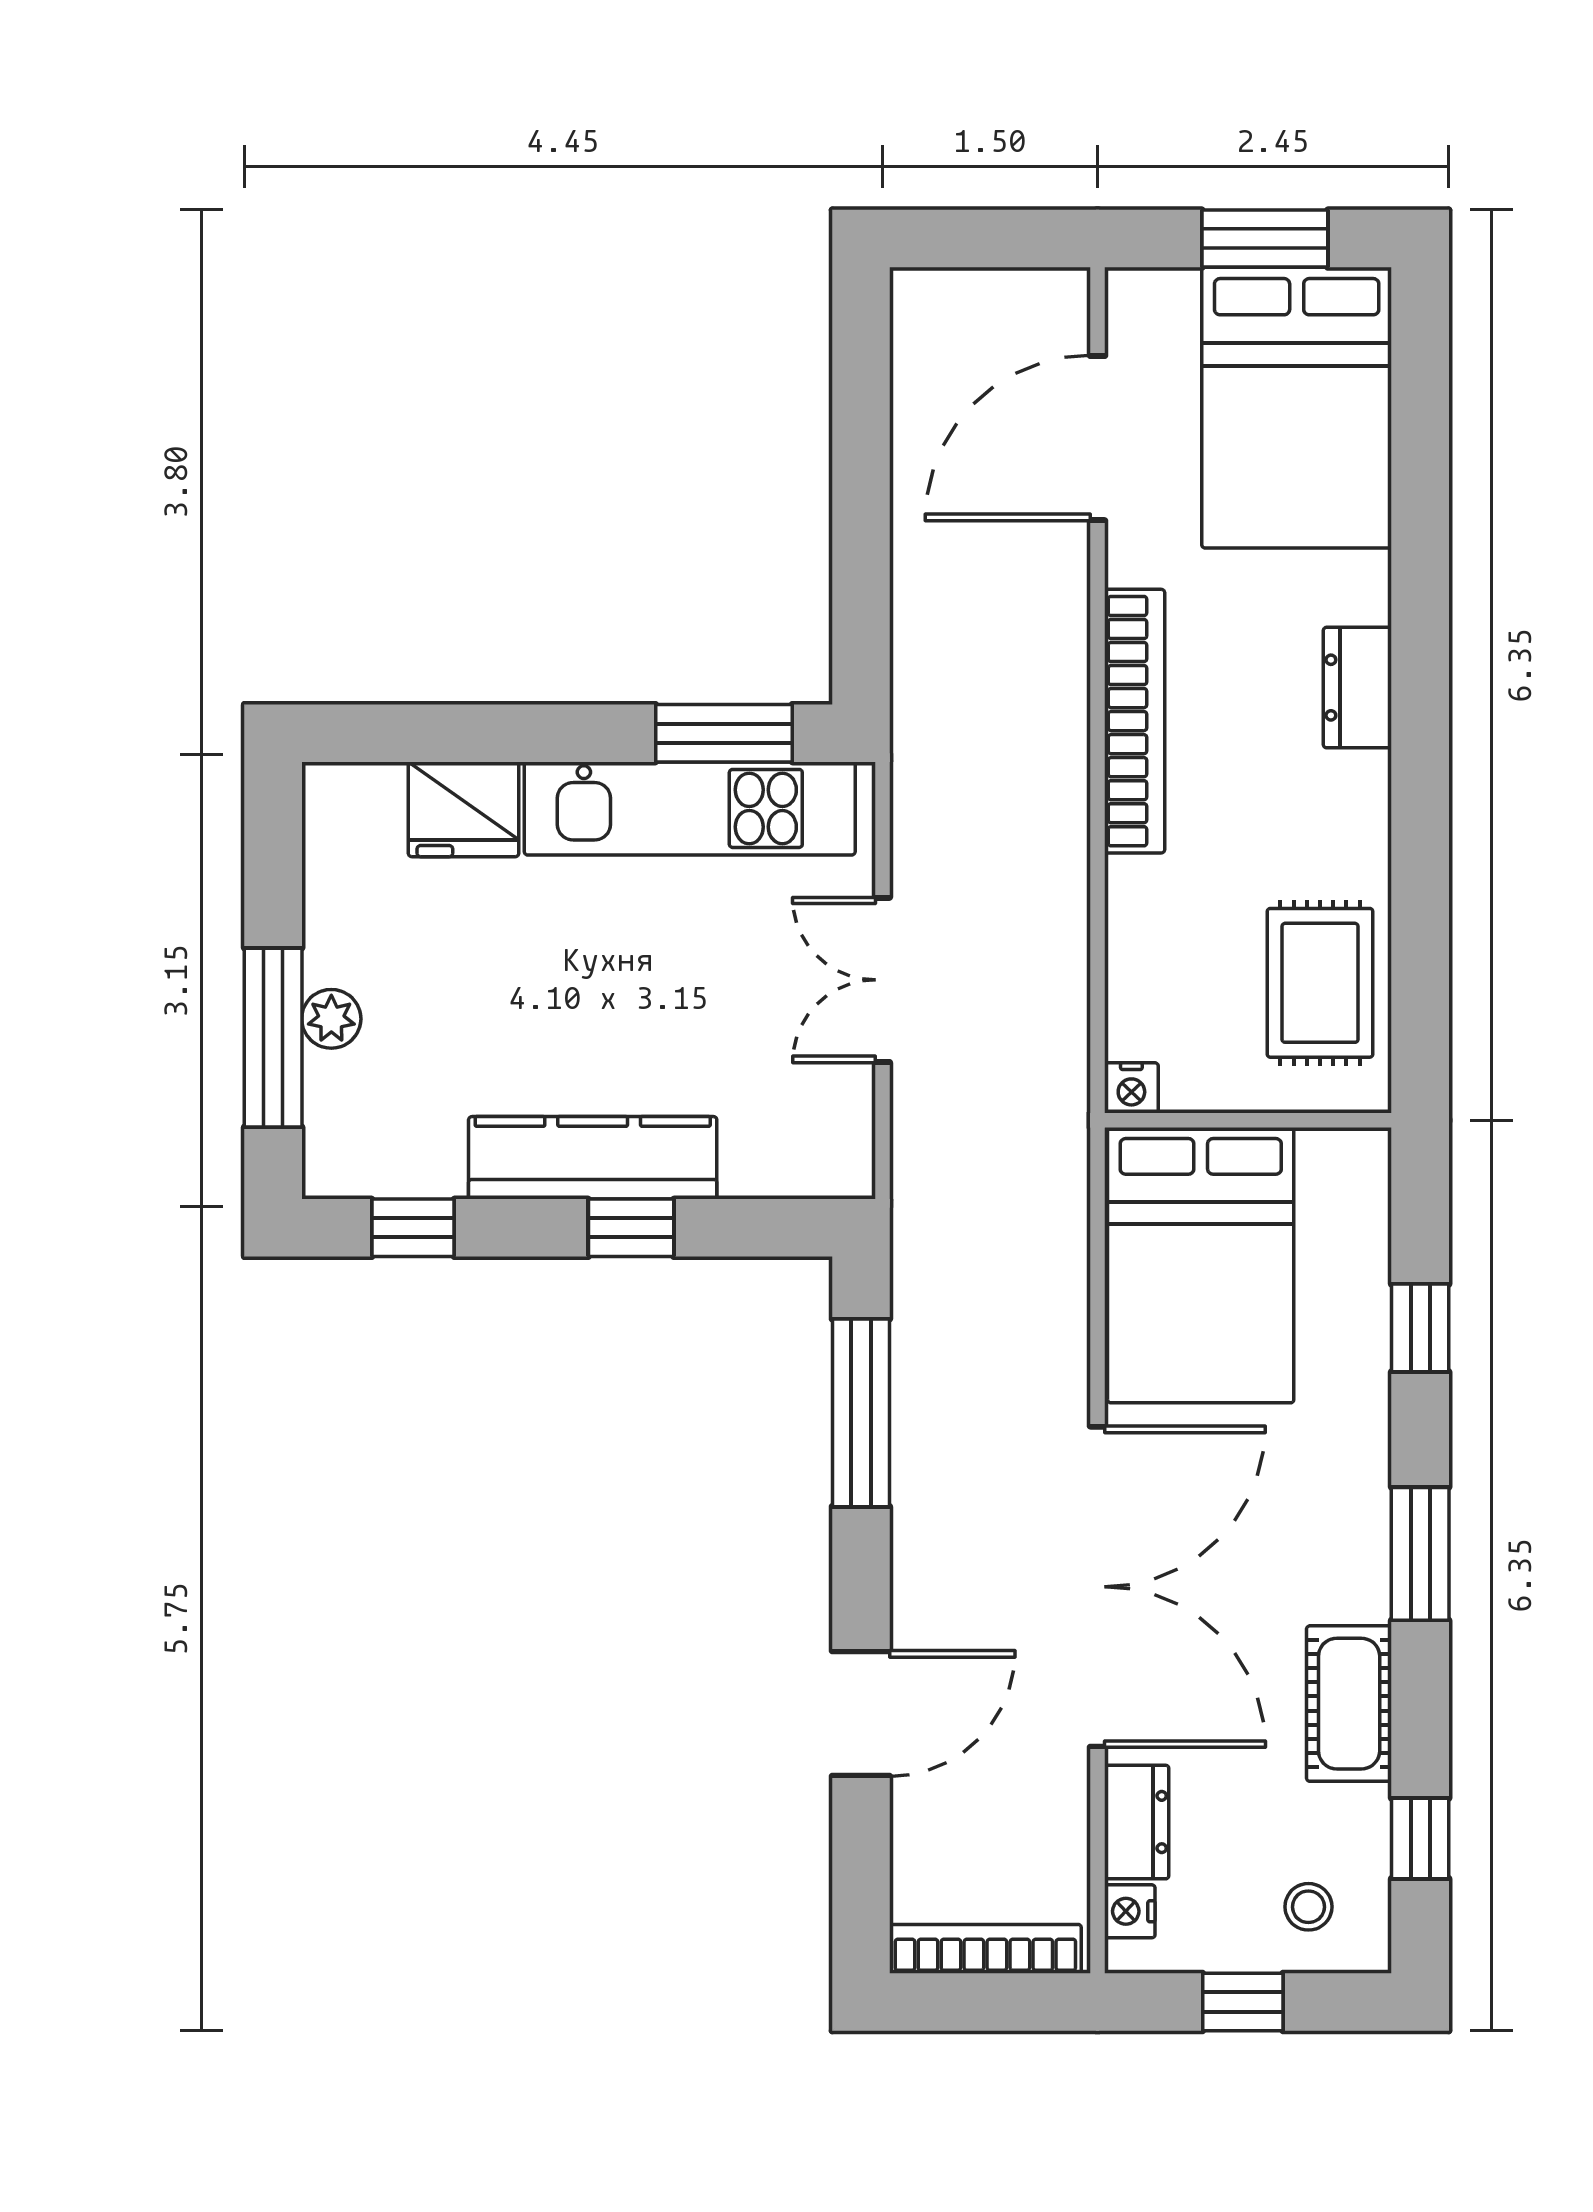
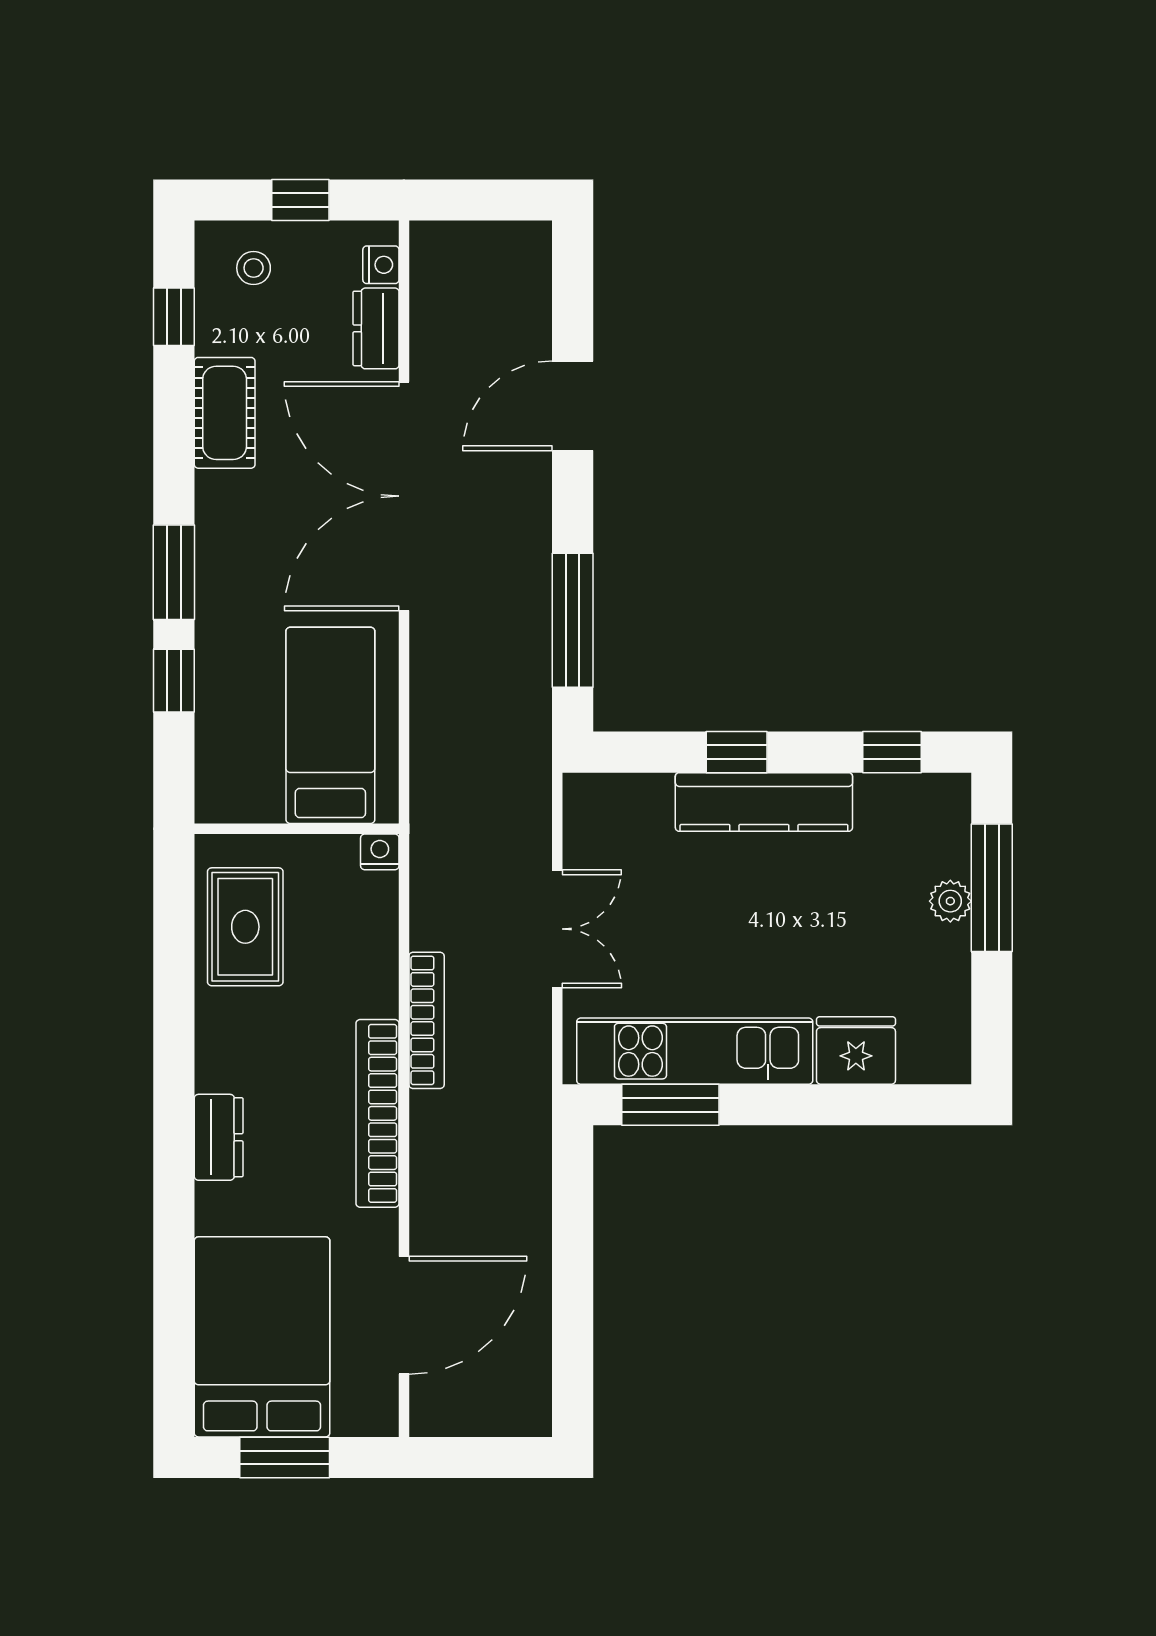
bed: (1201, 1265) -> (330, 725), width x0.67
window: (1420, 1554) -> (174, 572), moved
bookcase: (985, 1949) -> (427, 1020), moved, turned -90

